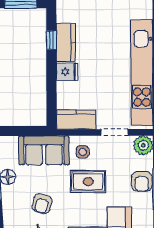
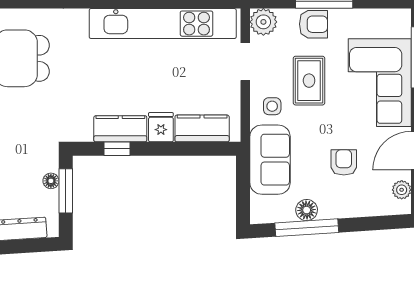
kitchen counter: (76, 119) -> (202, 128), moved, turned 90
rug: (88, 182) -> (309, 81), moved
armchair: (42, 204) -> (344, 162), turned -105

